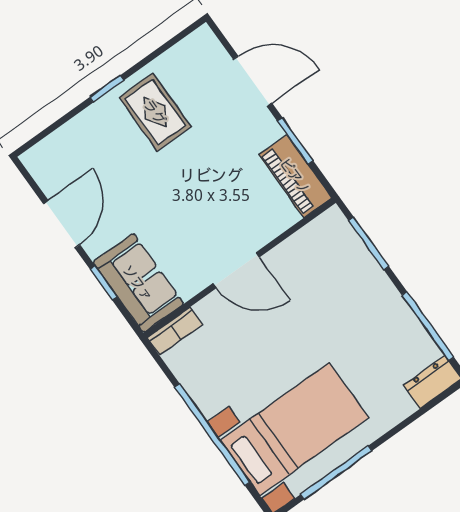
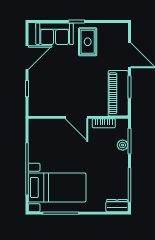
piano: (295, 176) -> (118, 93), width x1.37, depth x1.33
plant: (361, 260) -> (123, 145), added
sofa: (138, 283) -> (55, 34), moved, turned 90
bookcase: (175, 331) -> (104, 123), moved

